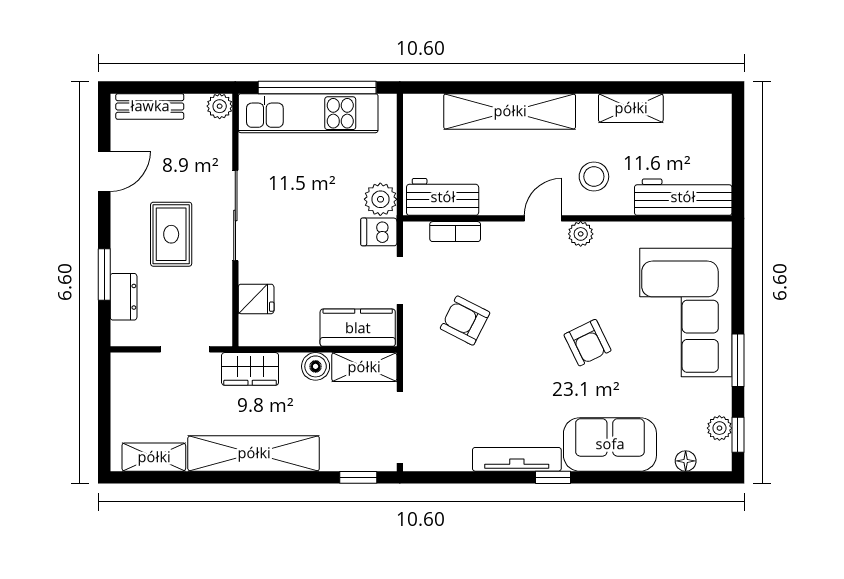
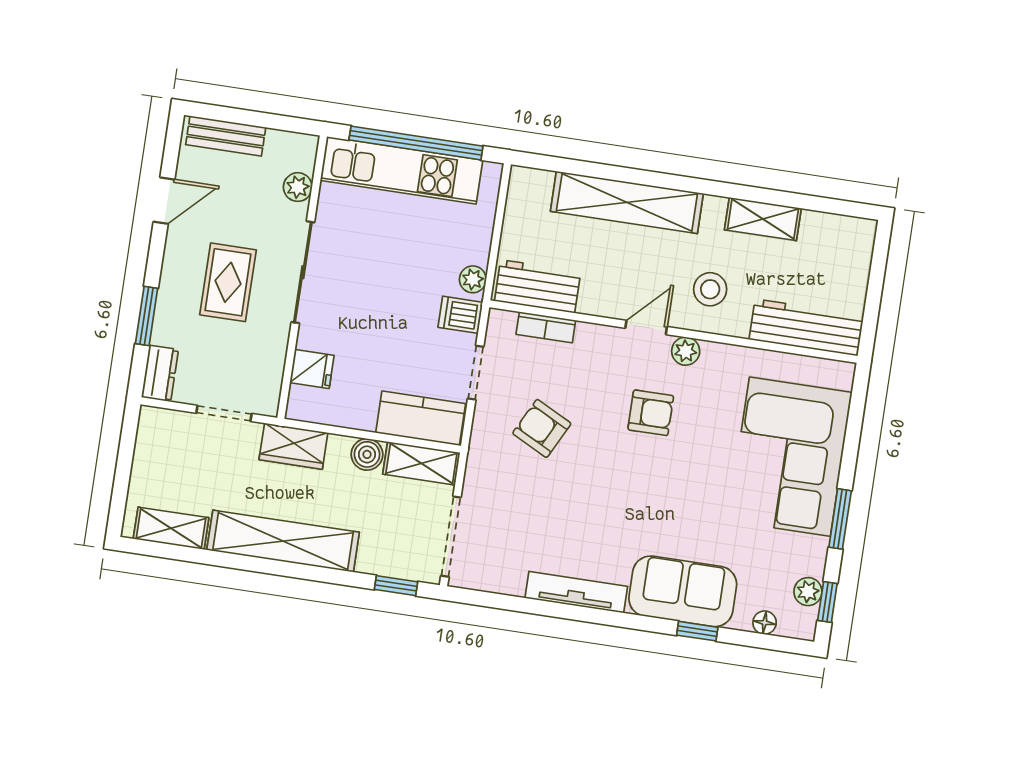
plant: (220, 106) -> (298, 187), moved
plant: (380, 199) -> (473, 279), width x0.73, depth x0.73
dresser: (124, 297) -> (160, 373), moved
armchair: (587, 343) -> (651, 413), moved, turned -64
window: (553, 477) -> (697, 631), moved

